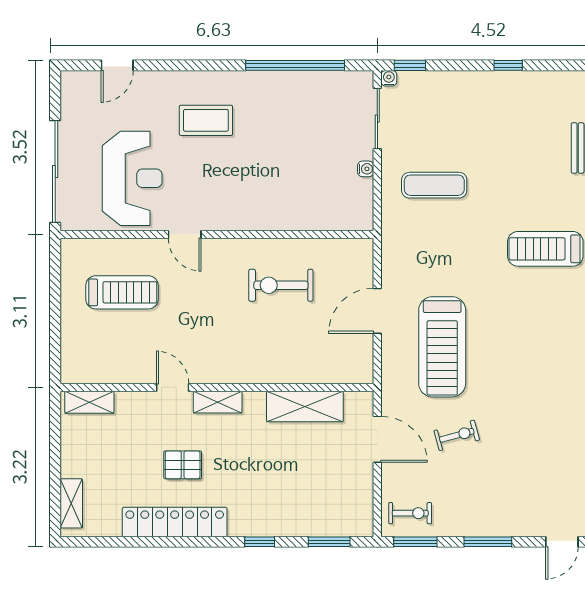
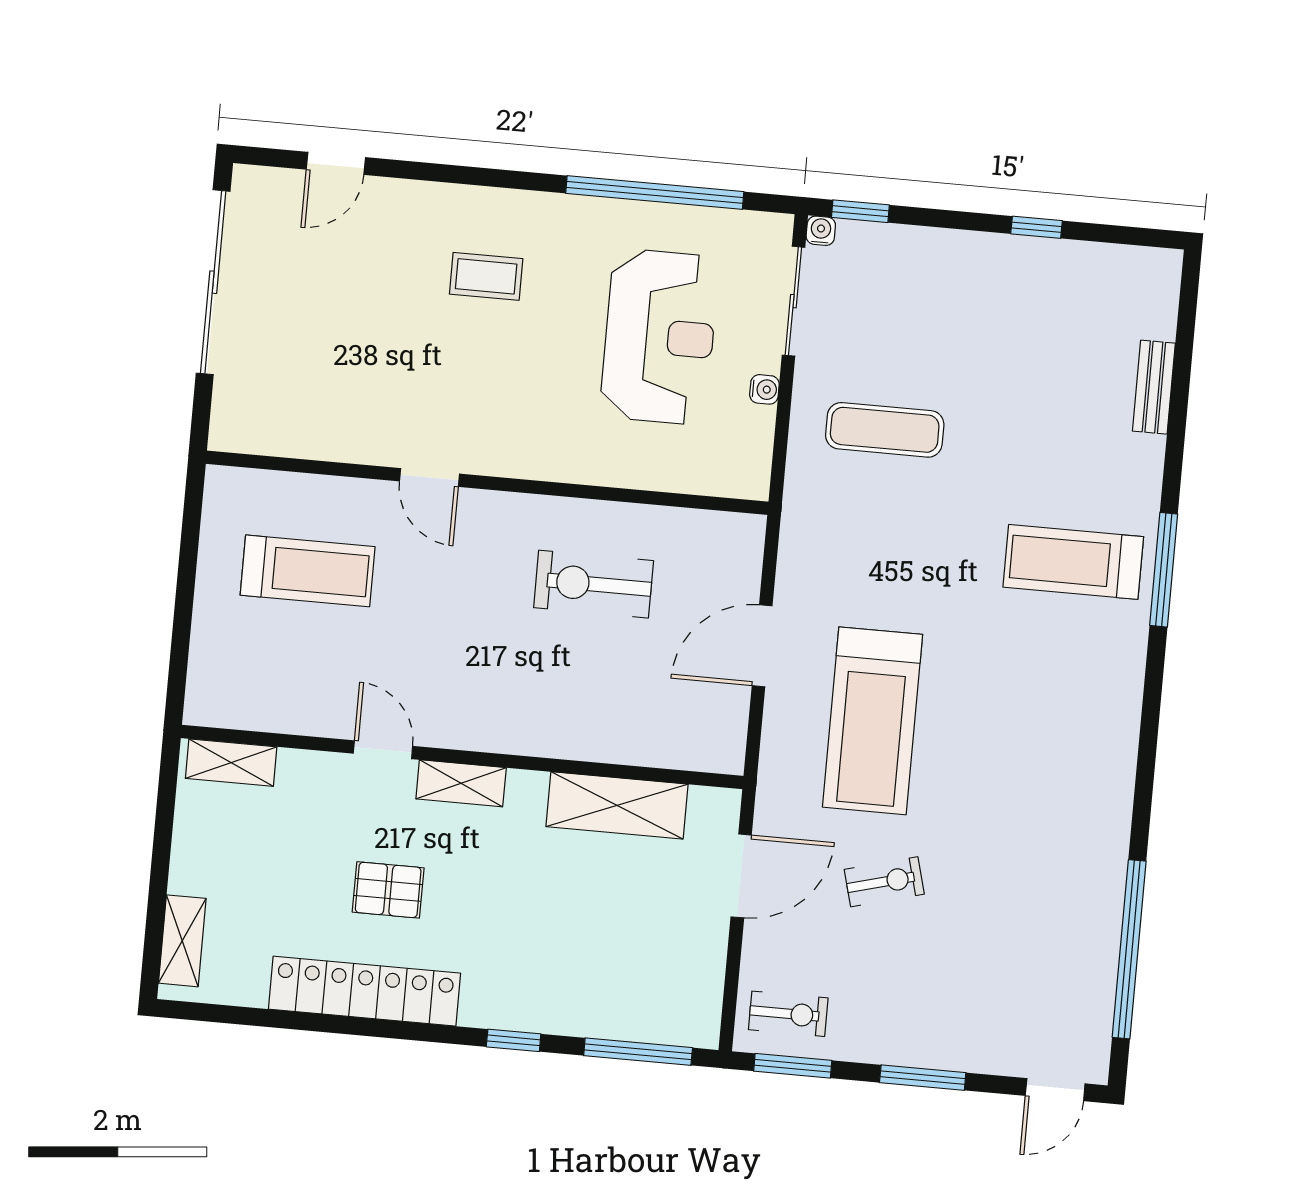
coffee table: (206, 120) -> (486, 276), width x0.73, depth x0.77
sliding door: (55, 172) -> (213, 282), moved
reception desk: (132, 178) -> (659, 337), moved
door: (377, 439) -> (741, 876), hinge flipped
window: (329, 542) -> (638, 1052), width x1.44

